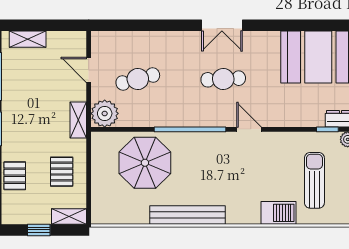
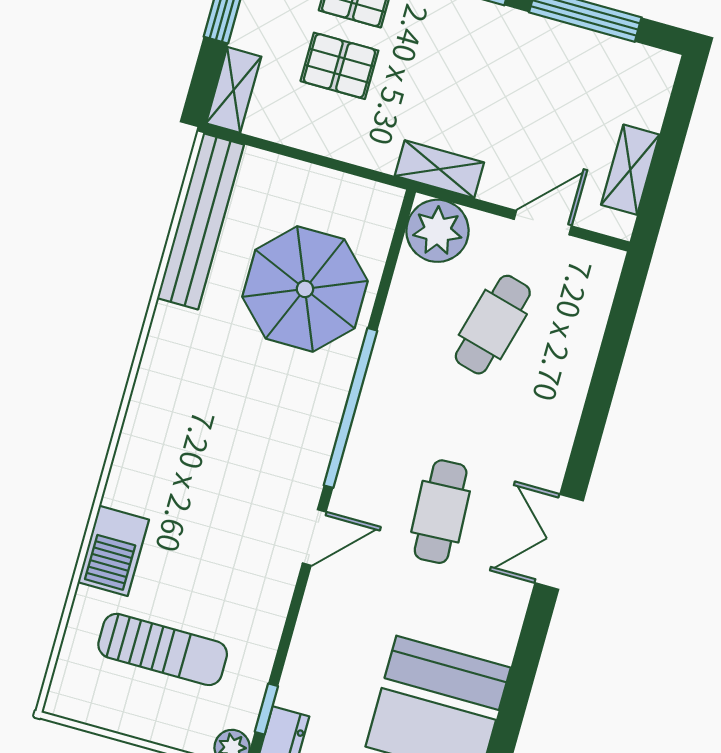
shelving: (28, 39) -> (630, 170), moved
cafe table: (138, 79) -> (493, 325), turned 30
pallet: (62, 172) -> (339, 66), moved
bench: (188, 215) -> (201, 221), moved

